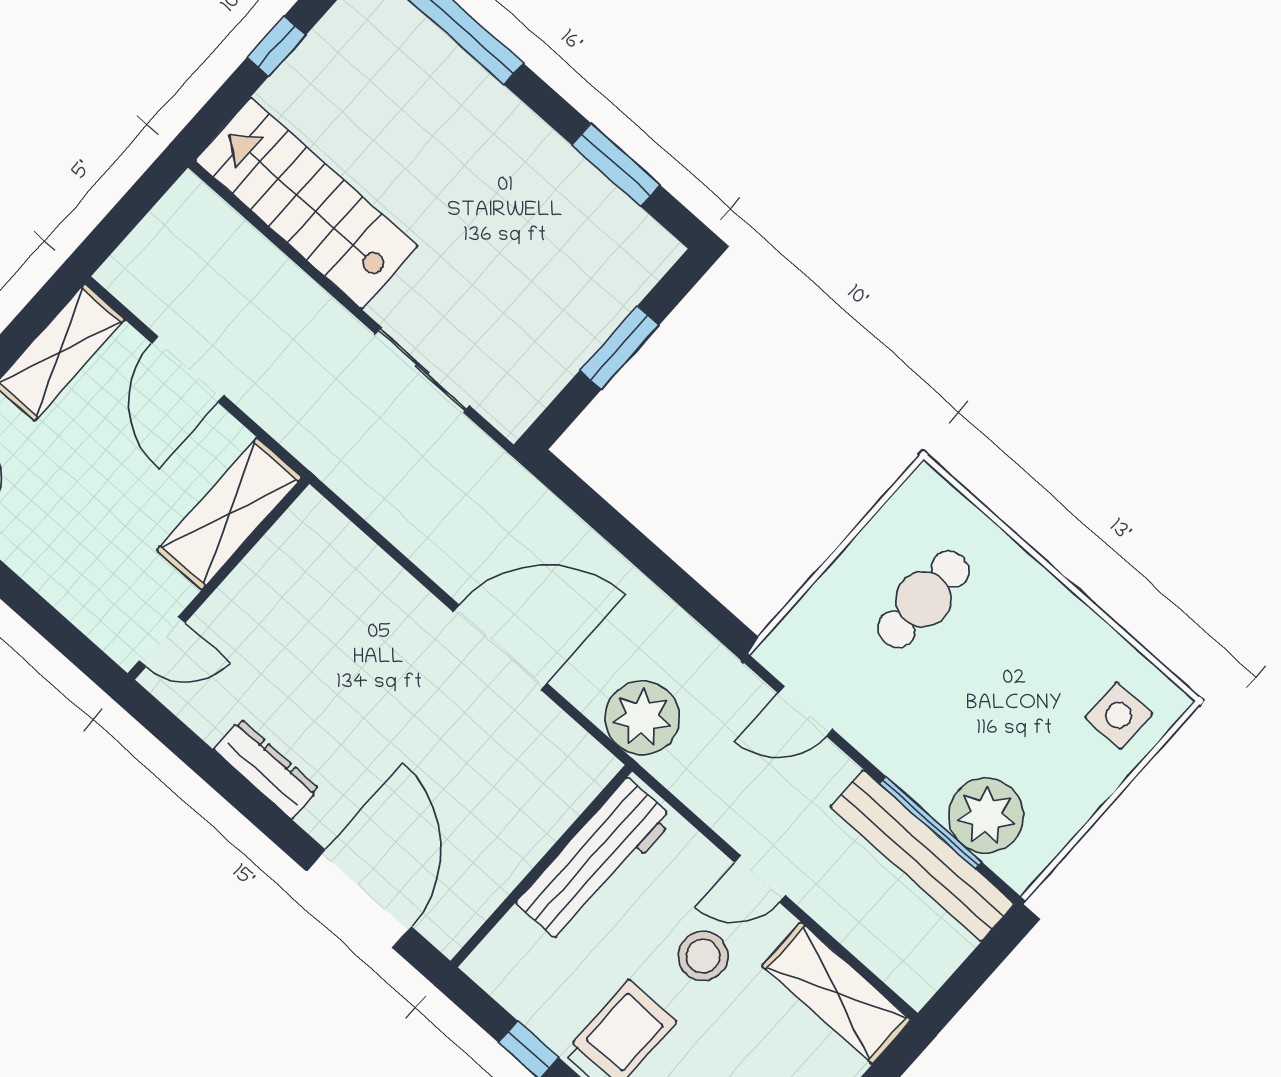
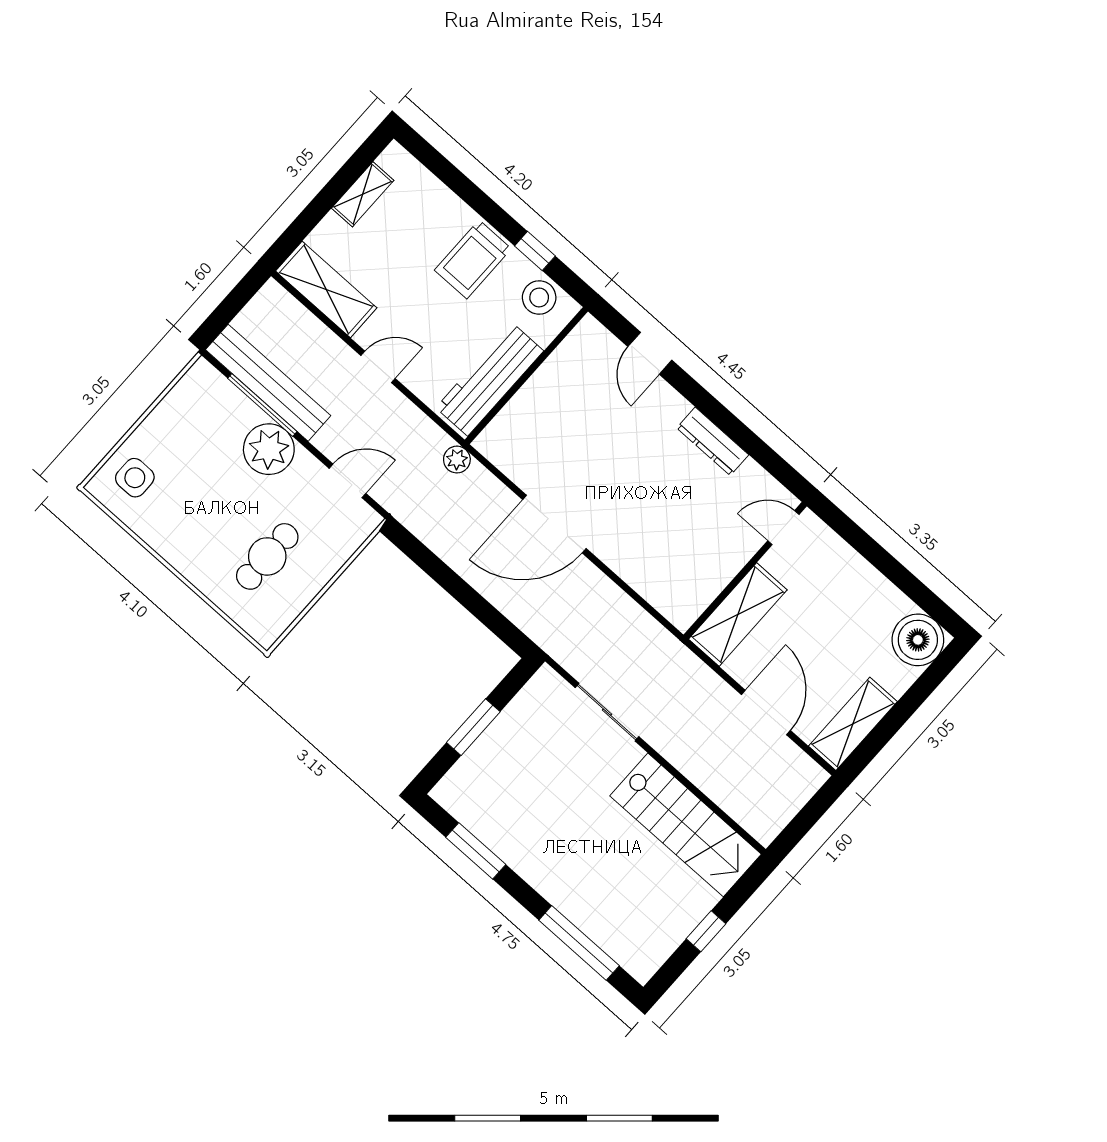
plant: (642, 718) -> (457, 460), width x0.53, depth x0.53
plant: (986, 816) -> (269, 449), moved
door: (359, 899) -> (650, 353), width x0.53
stool: (703, 956) -> (539, 297), moved

